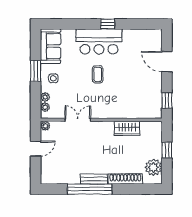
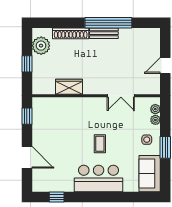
window: (108, 24) -> (57, 197), moved
plant: (45, 126) -> (155, 89), removed

